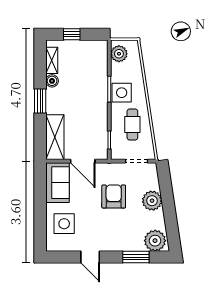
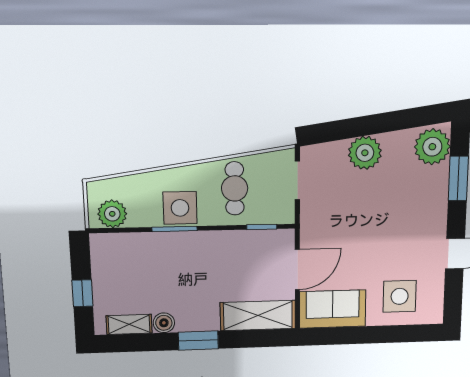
cafe table: (132, 124) -> (235, 188), turned 90
armchair: (114, 196) -> (357, 217), removed

